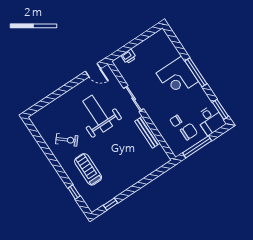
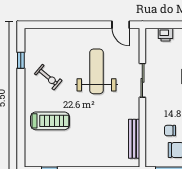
bench: (148, 132) -> (134, 139), moved
treadmill: (88, 169) -> (50, 121), turned 90
window: (74, 192) -> (21, 60), moved

